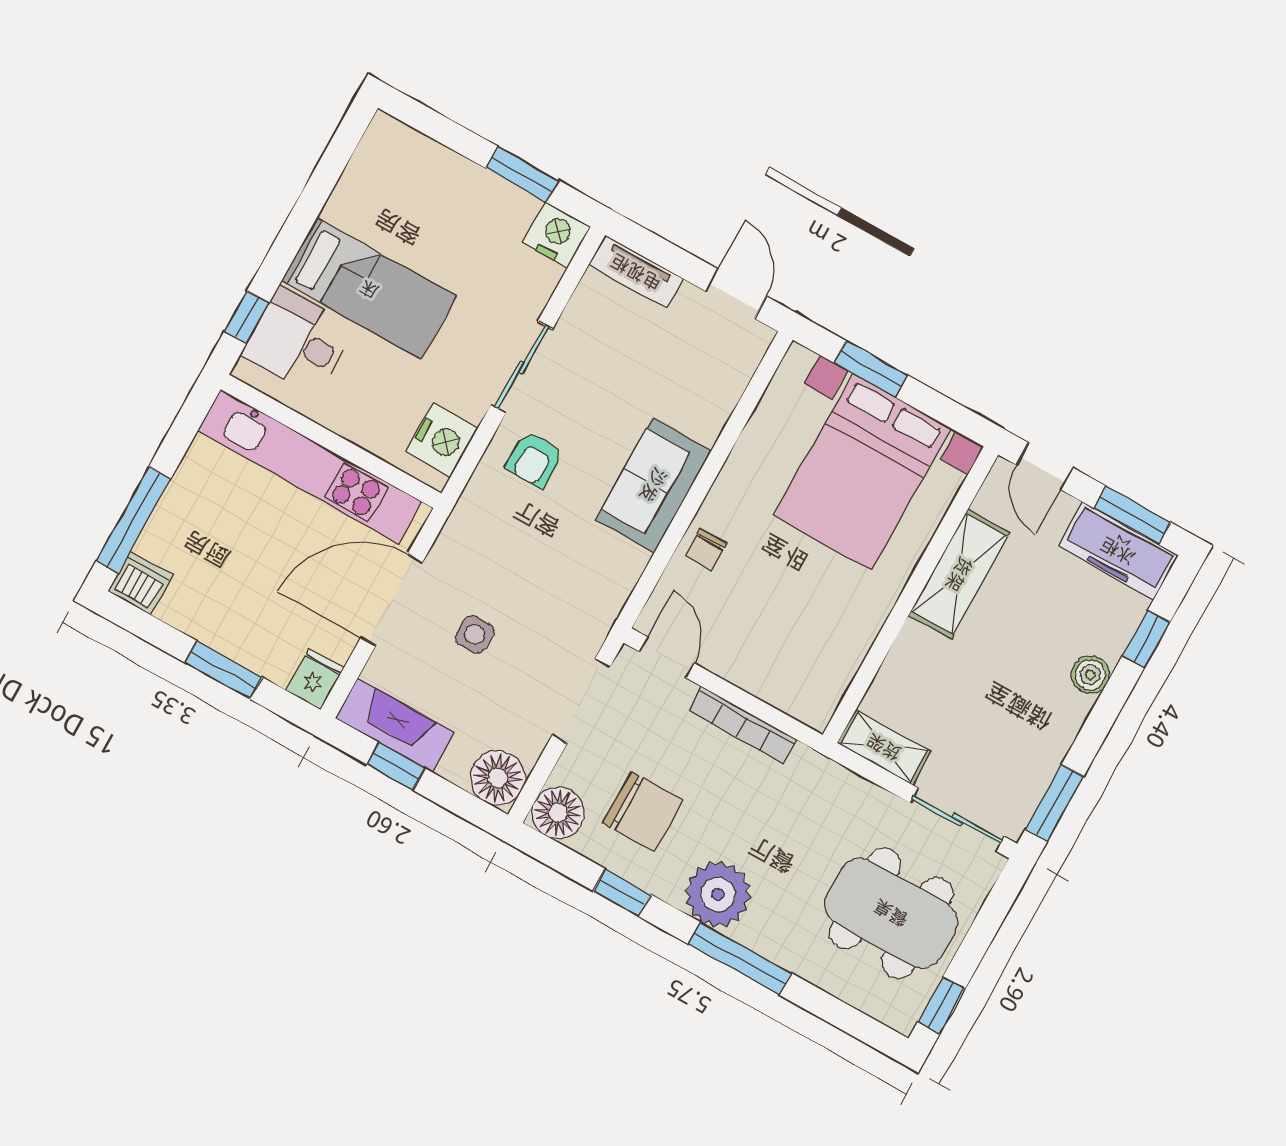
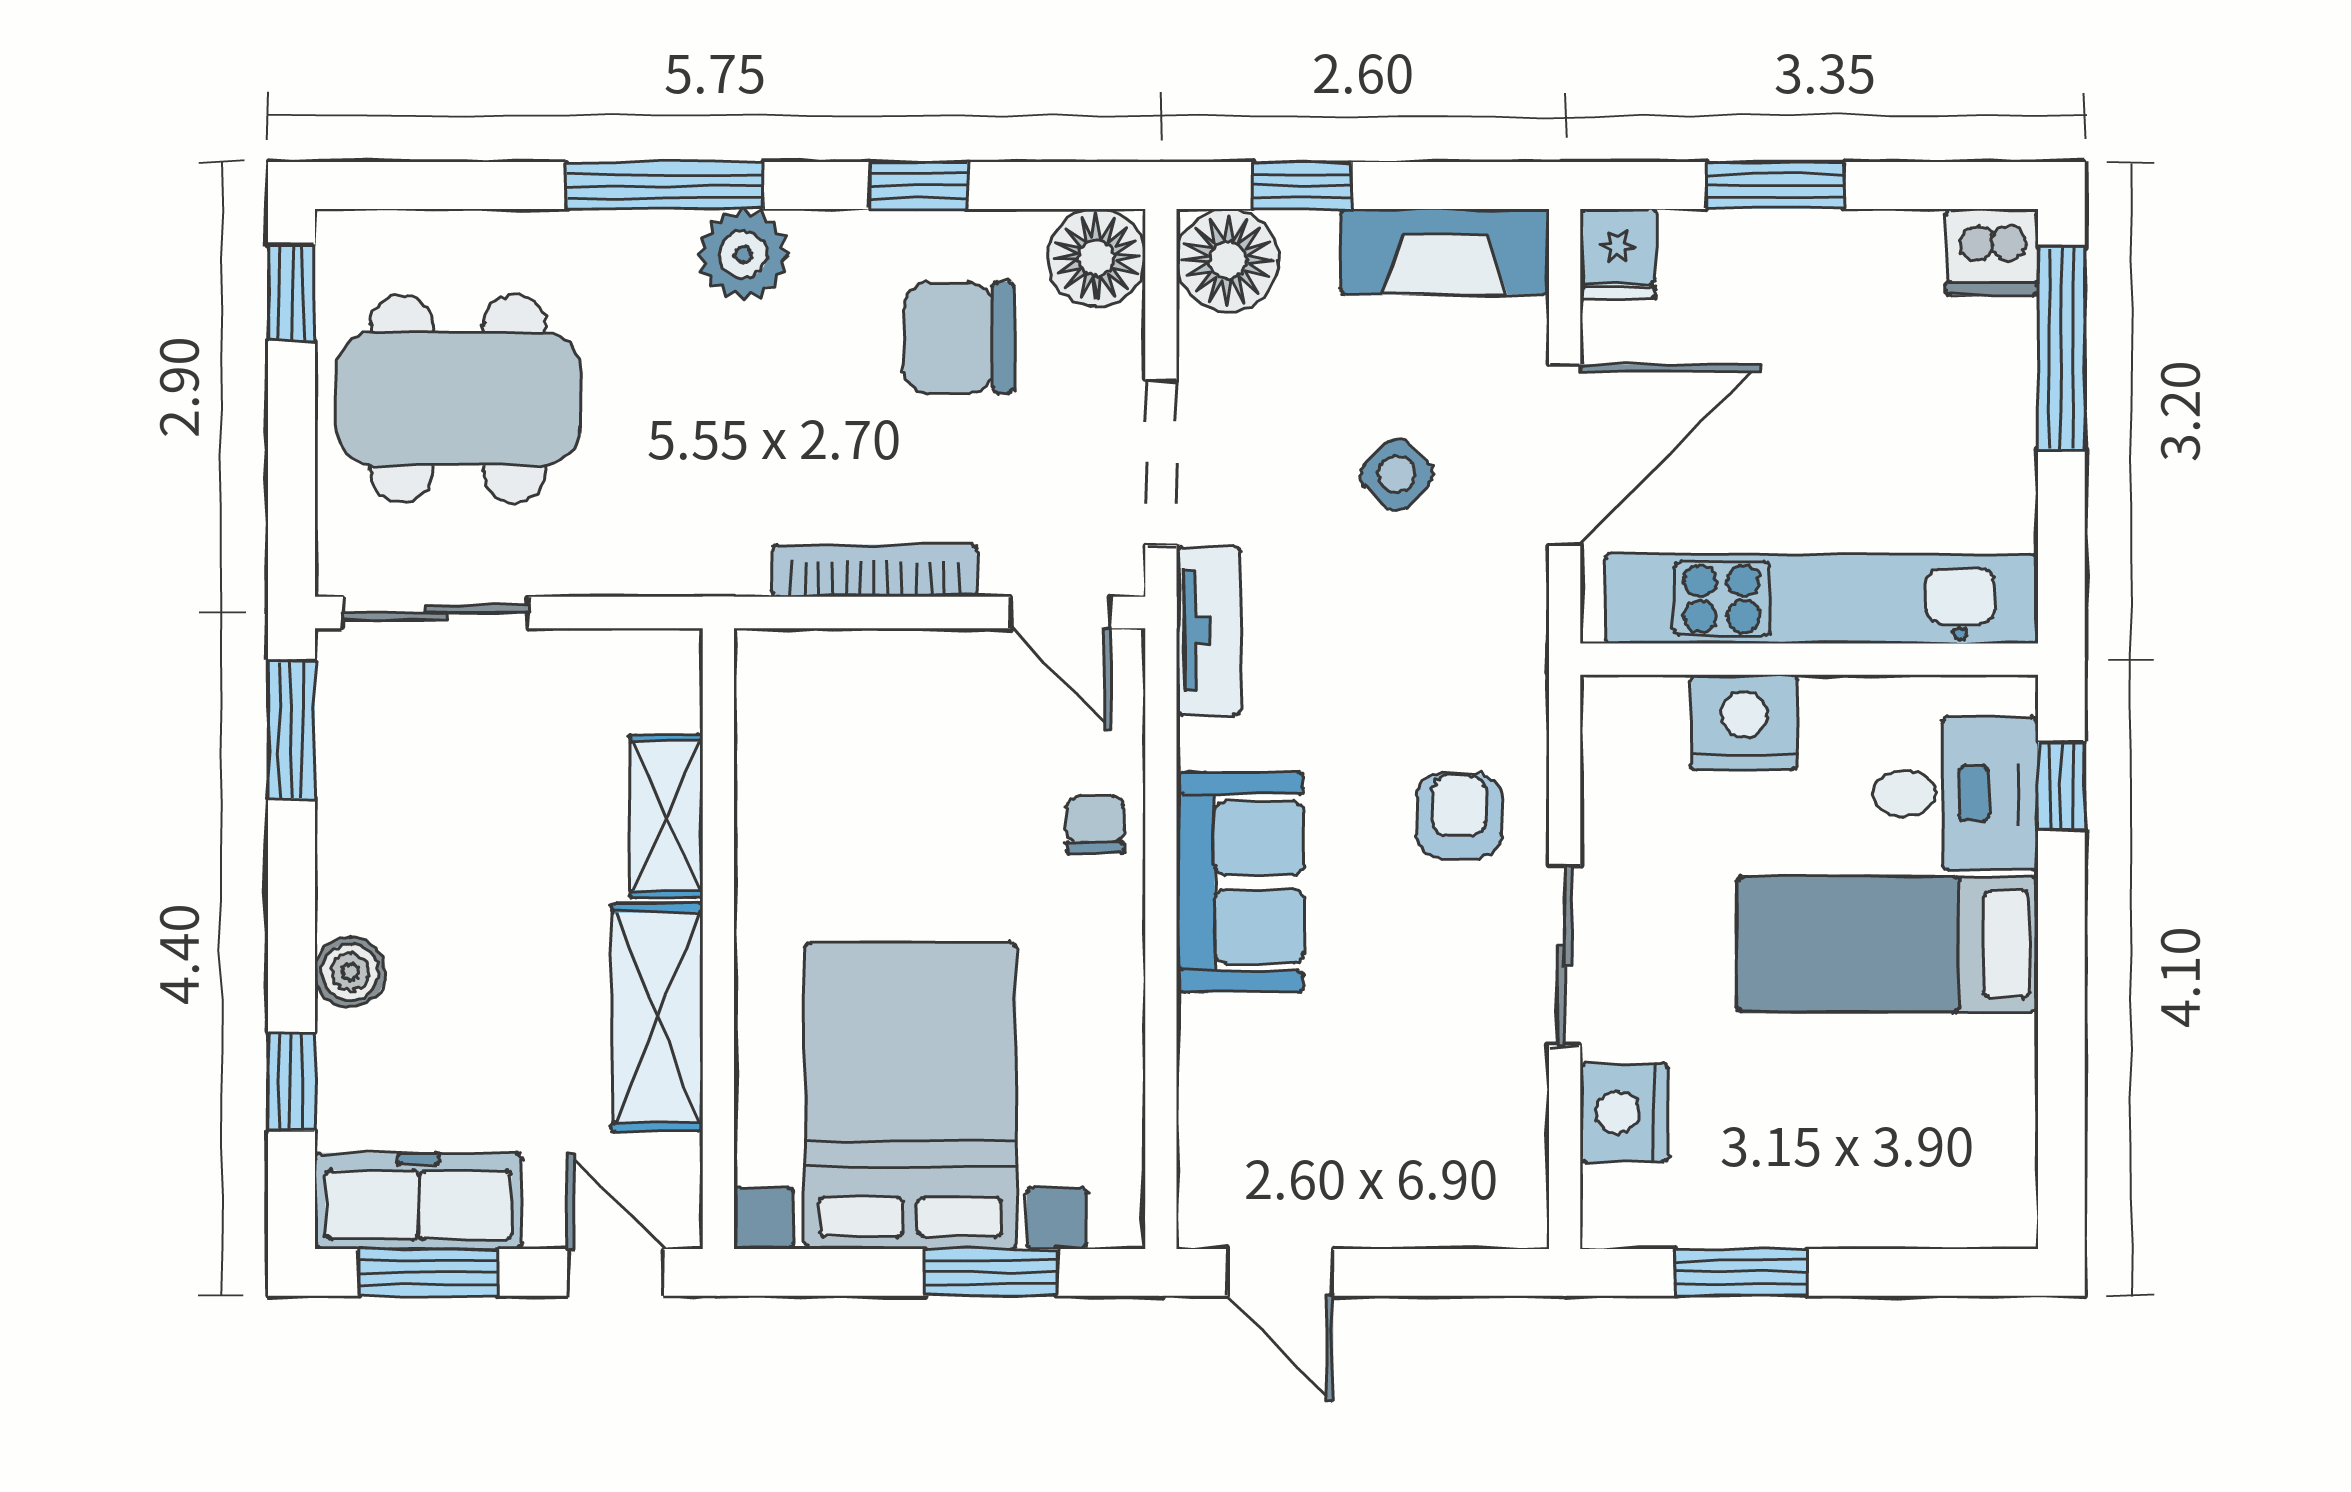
nightstand: (556, 234) -> (1624, 1112), moved, turned 90
tv unit: (636, 272) -> (1209, 631), moved, turned 90
nightstand: (442, 440) -> (1744, 722), moved, turned 90
side table: (475, 634) -> (1397, 474), turned 45
shelving: (884, 747) -> (666, 816), moved, turned 90
window: (396, 766) -> (1302, 186), moved
plant: (718, 894) -> (743, 254), width x0.73, depth x0.73

